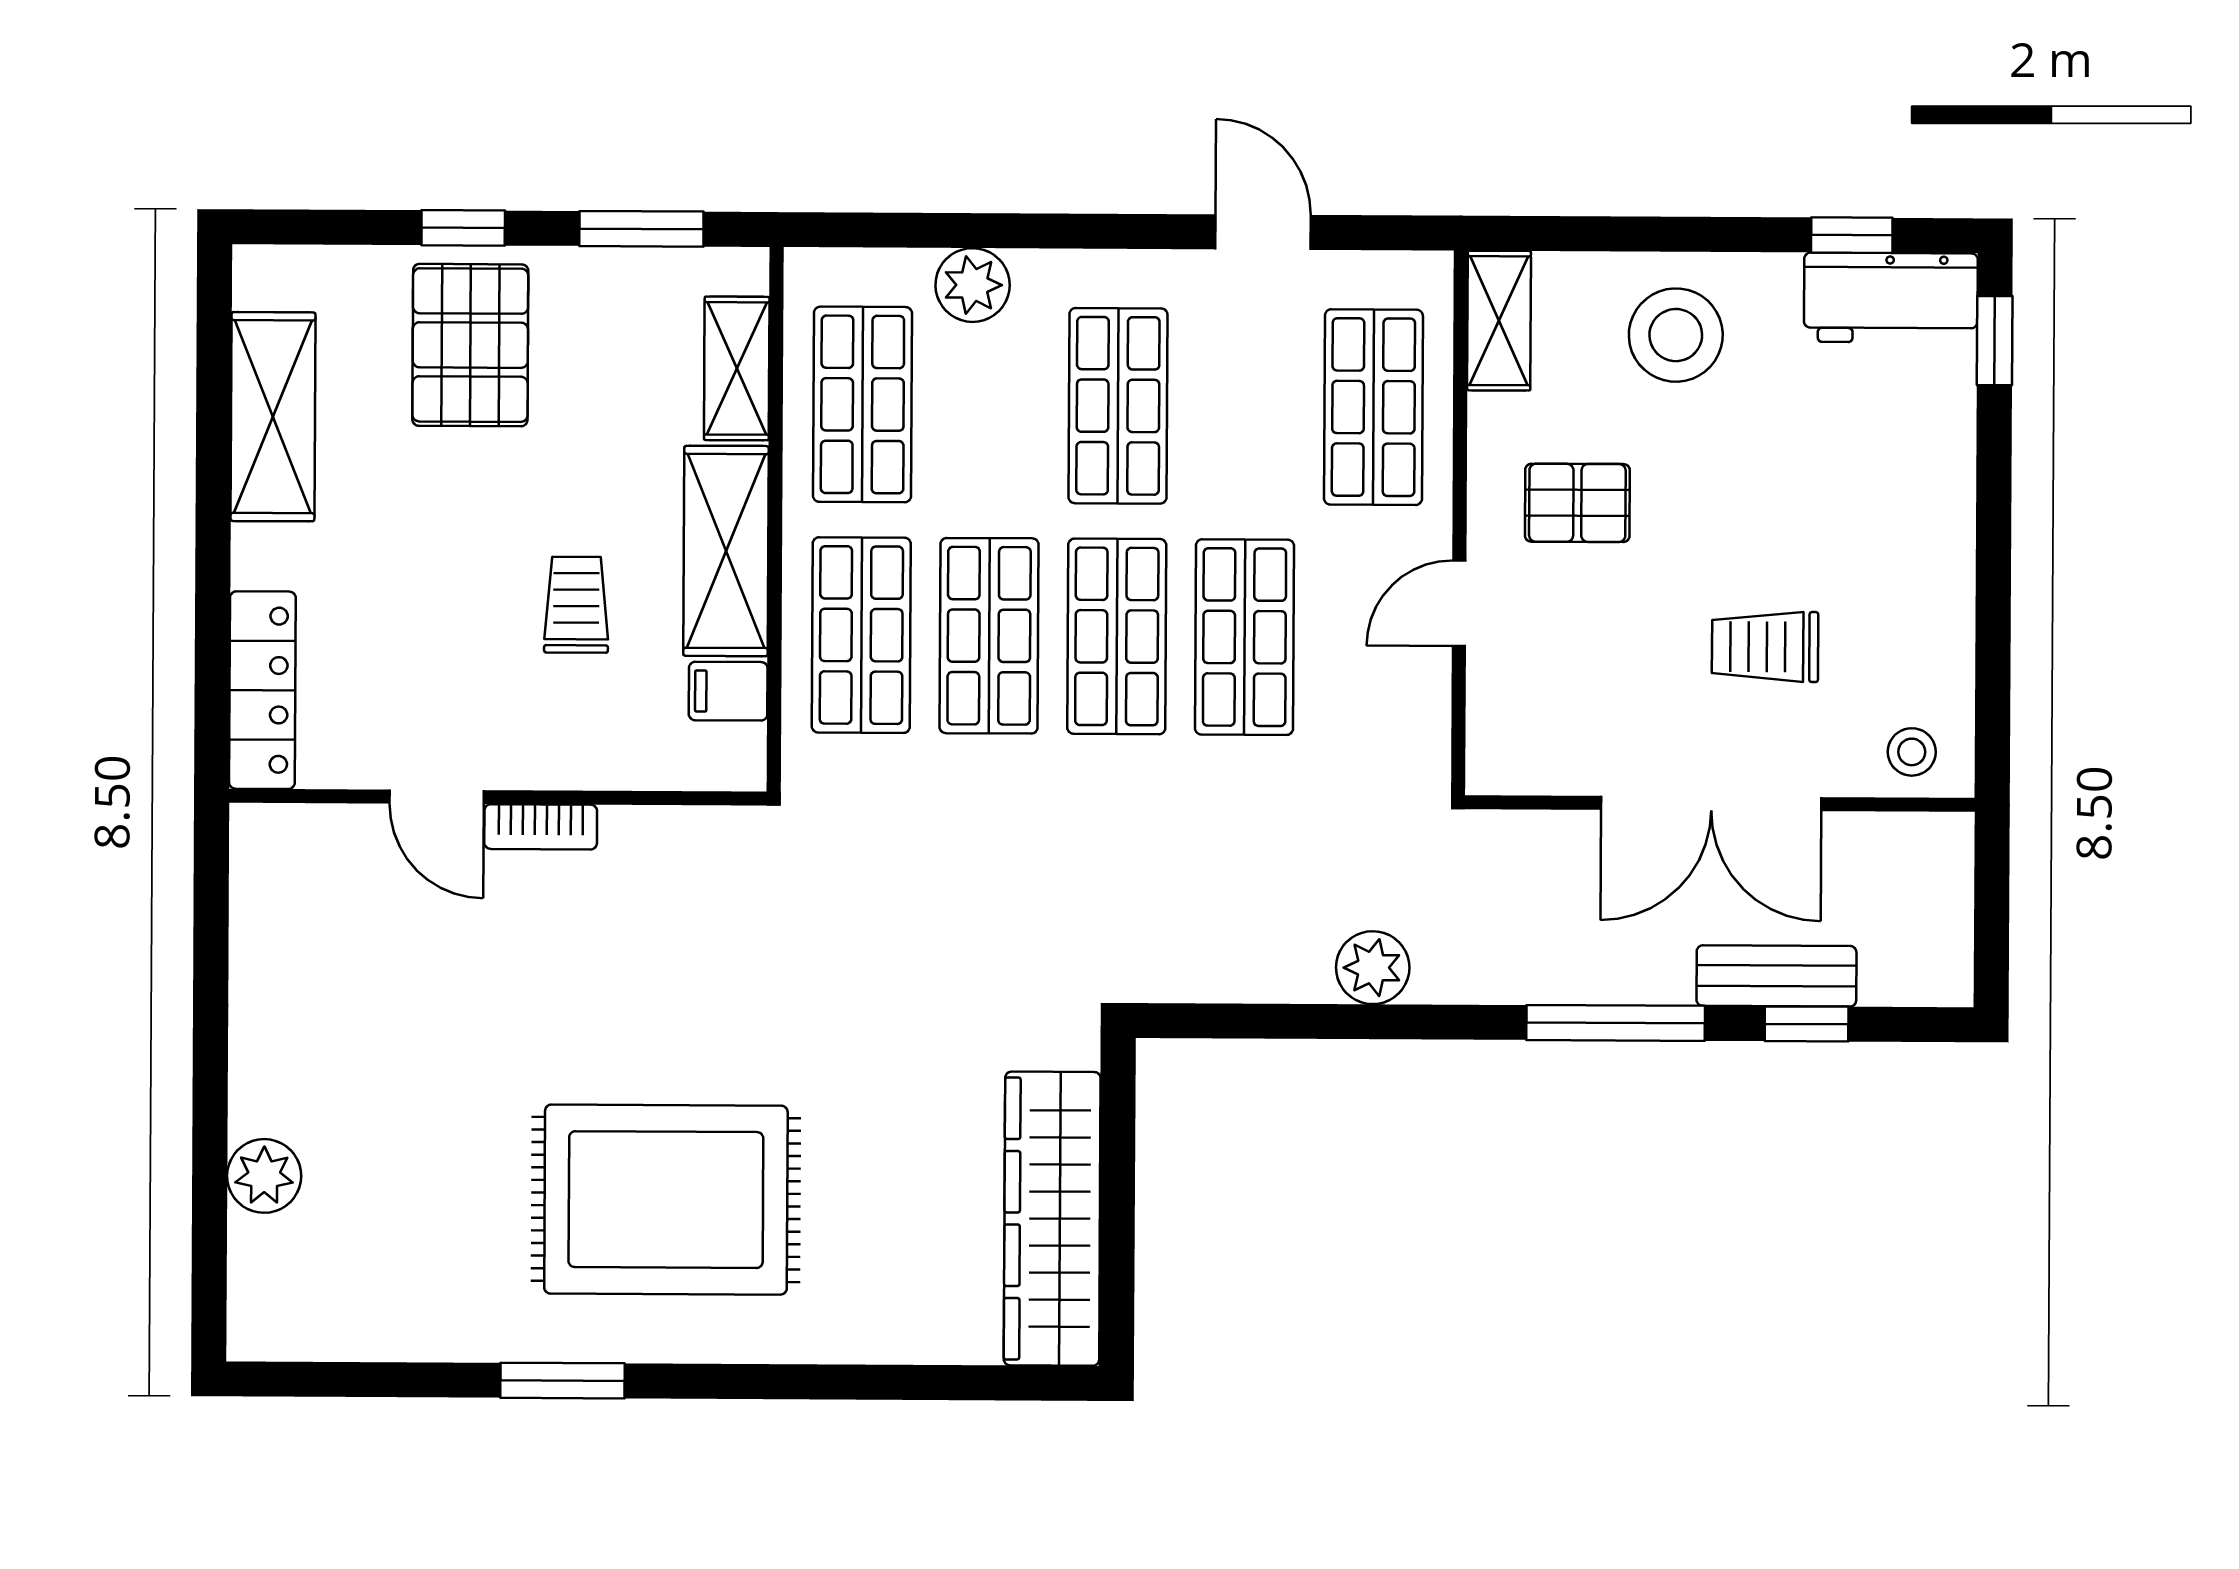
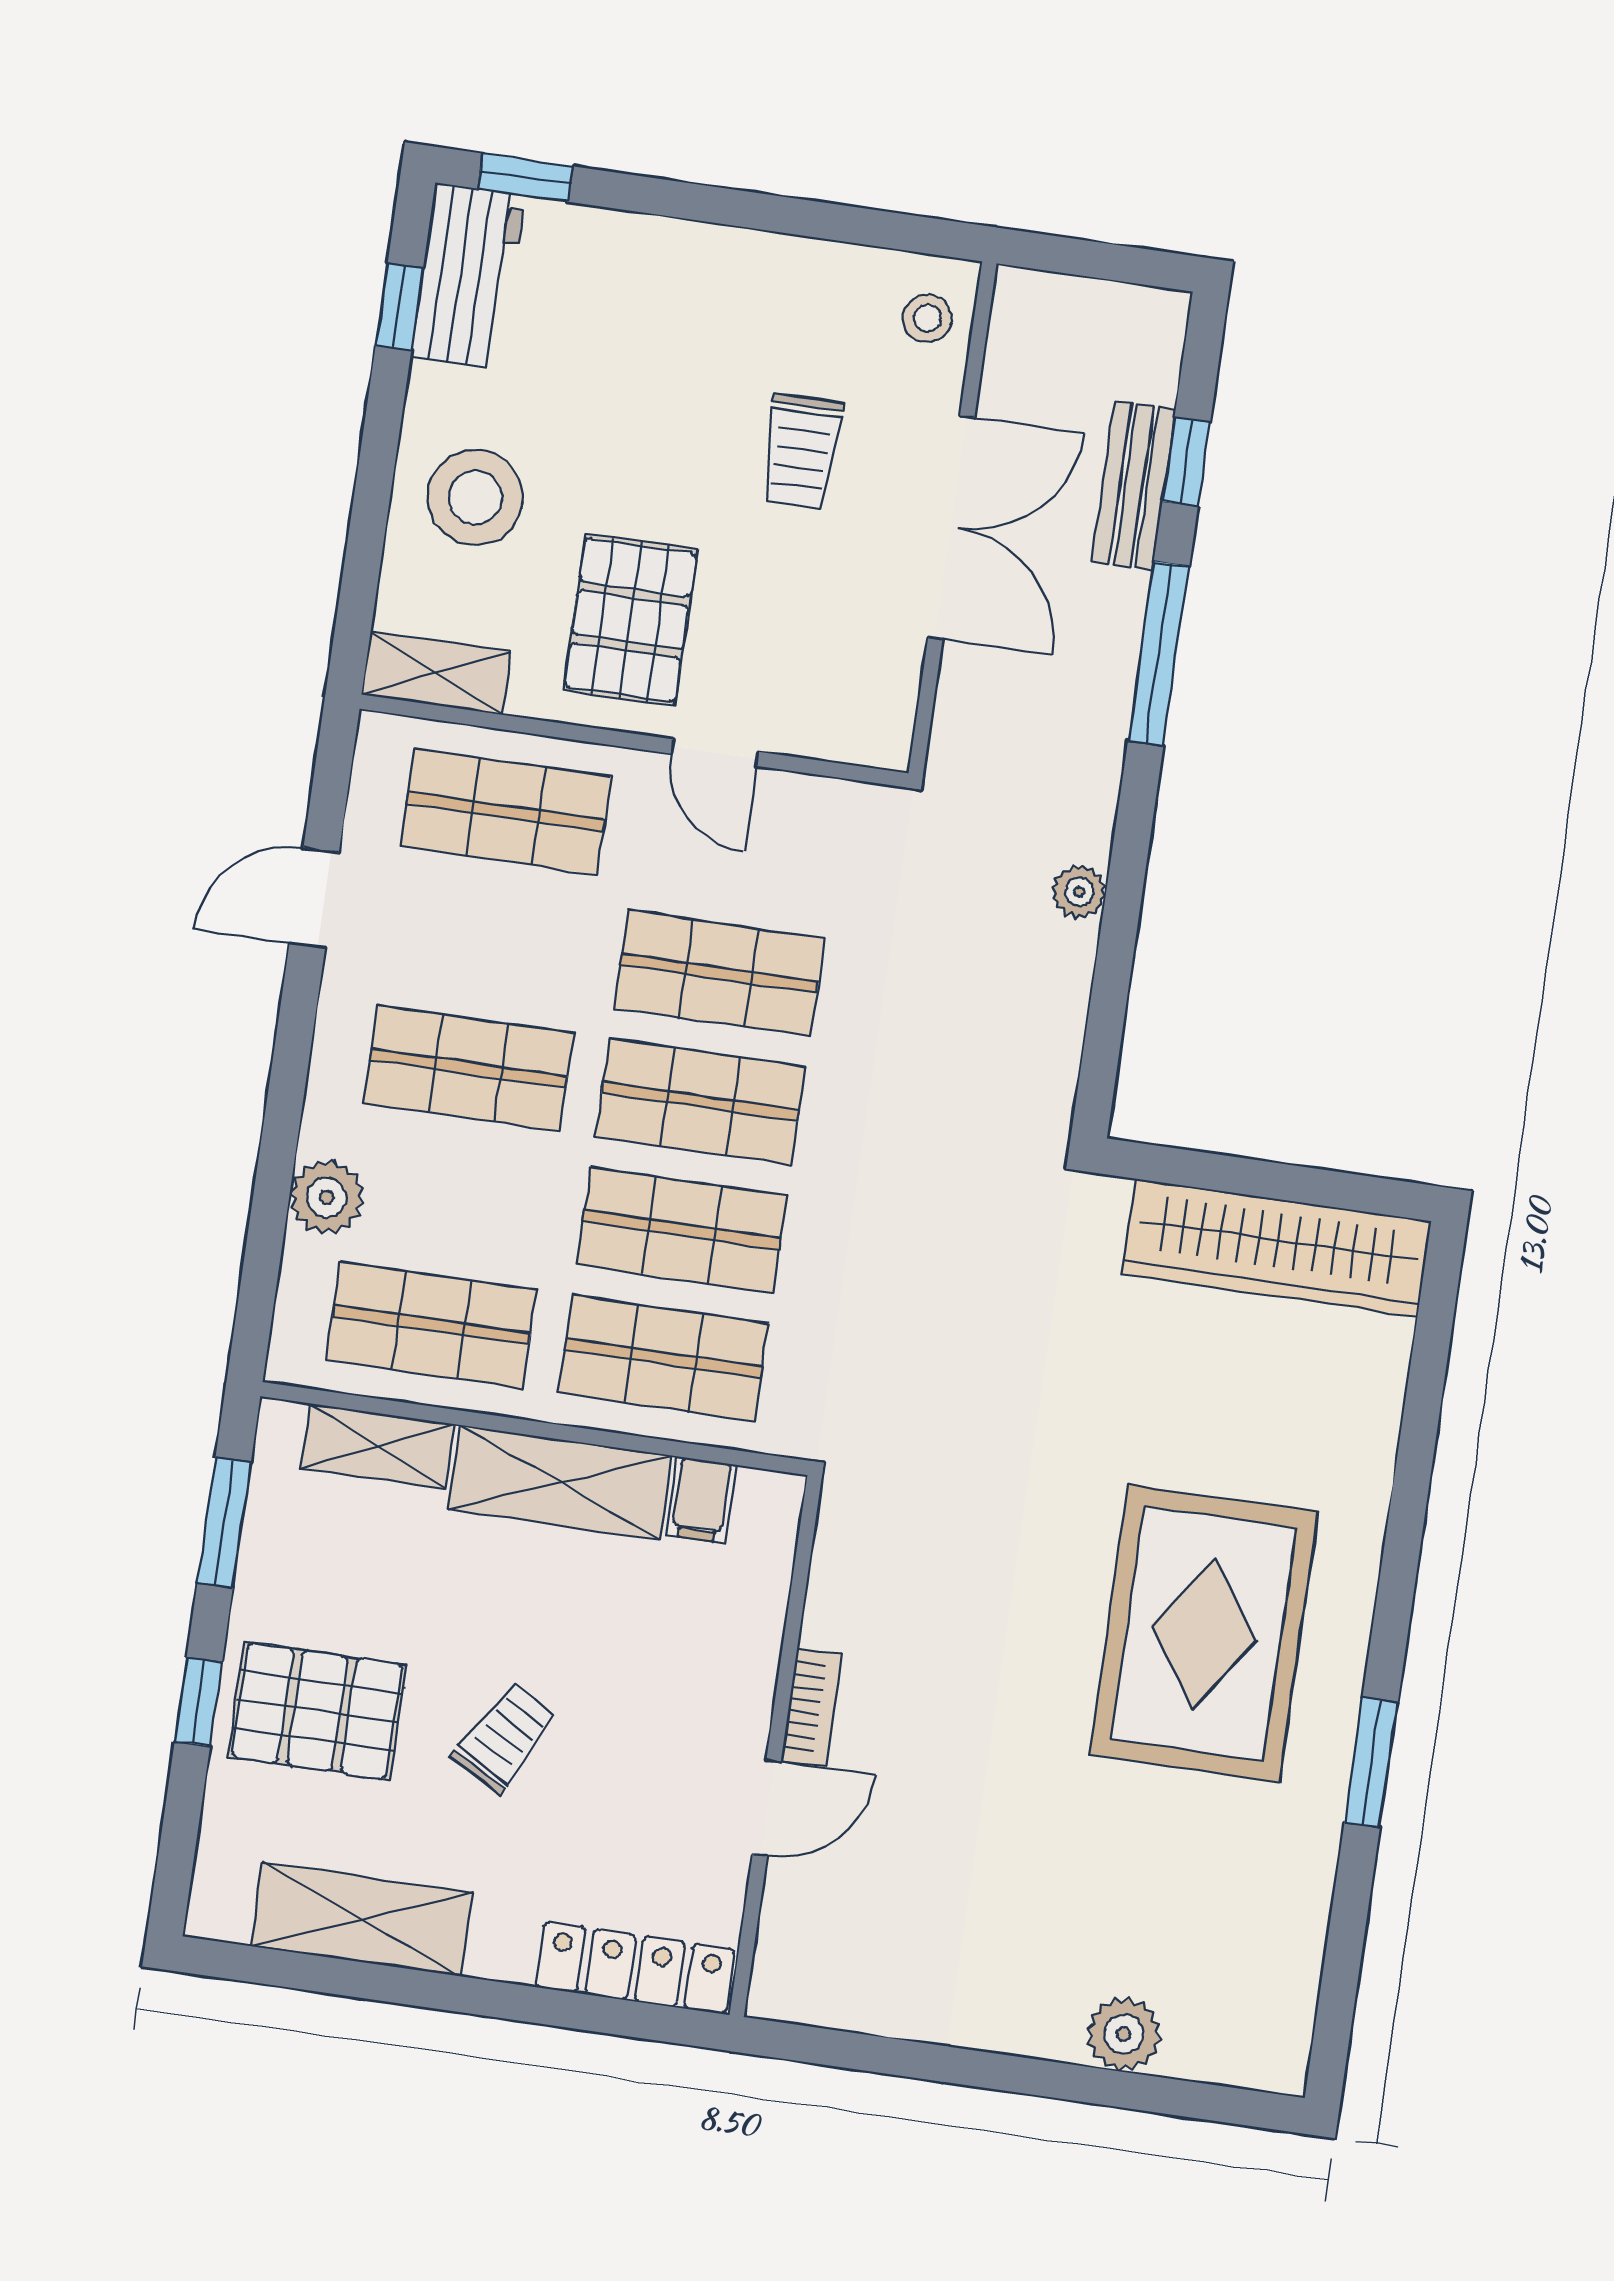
pallet: (1577, 503) -> (630, 620), width x1.50, depth x1.42
trolley: (576, 605) -> (505, 1738), moved, turned 120
plant: (1373, 968) -> (1079, 892), width x0.73, depth x0.73

